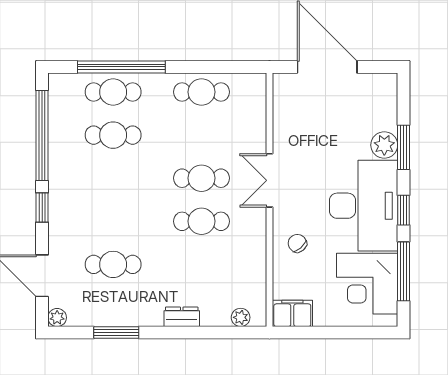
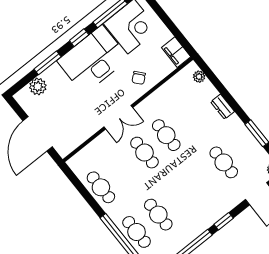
plant: (384, 145) -> (38, 86), moved

